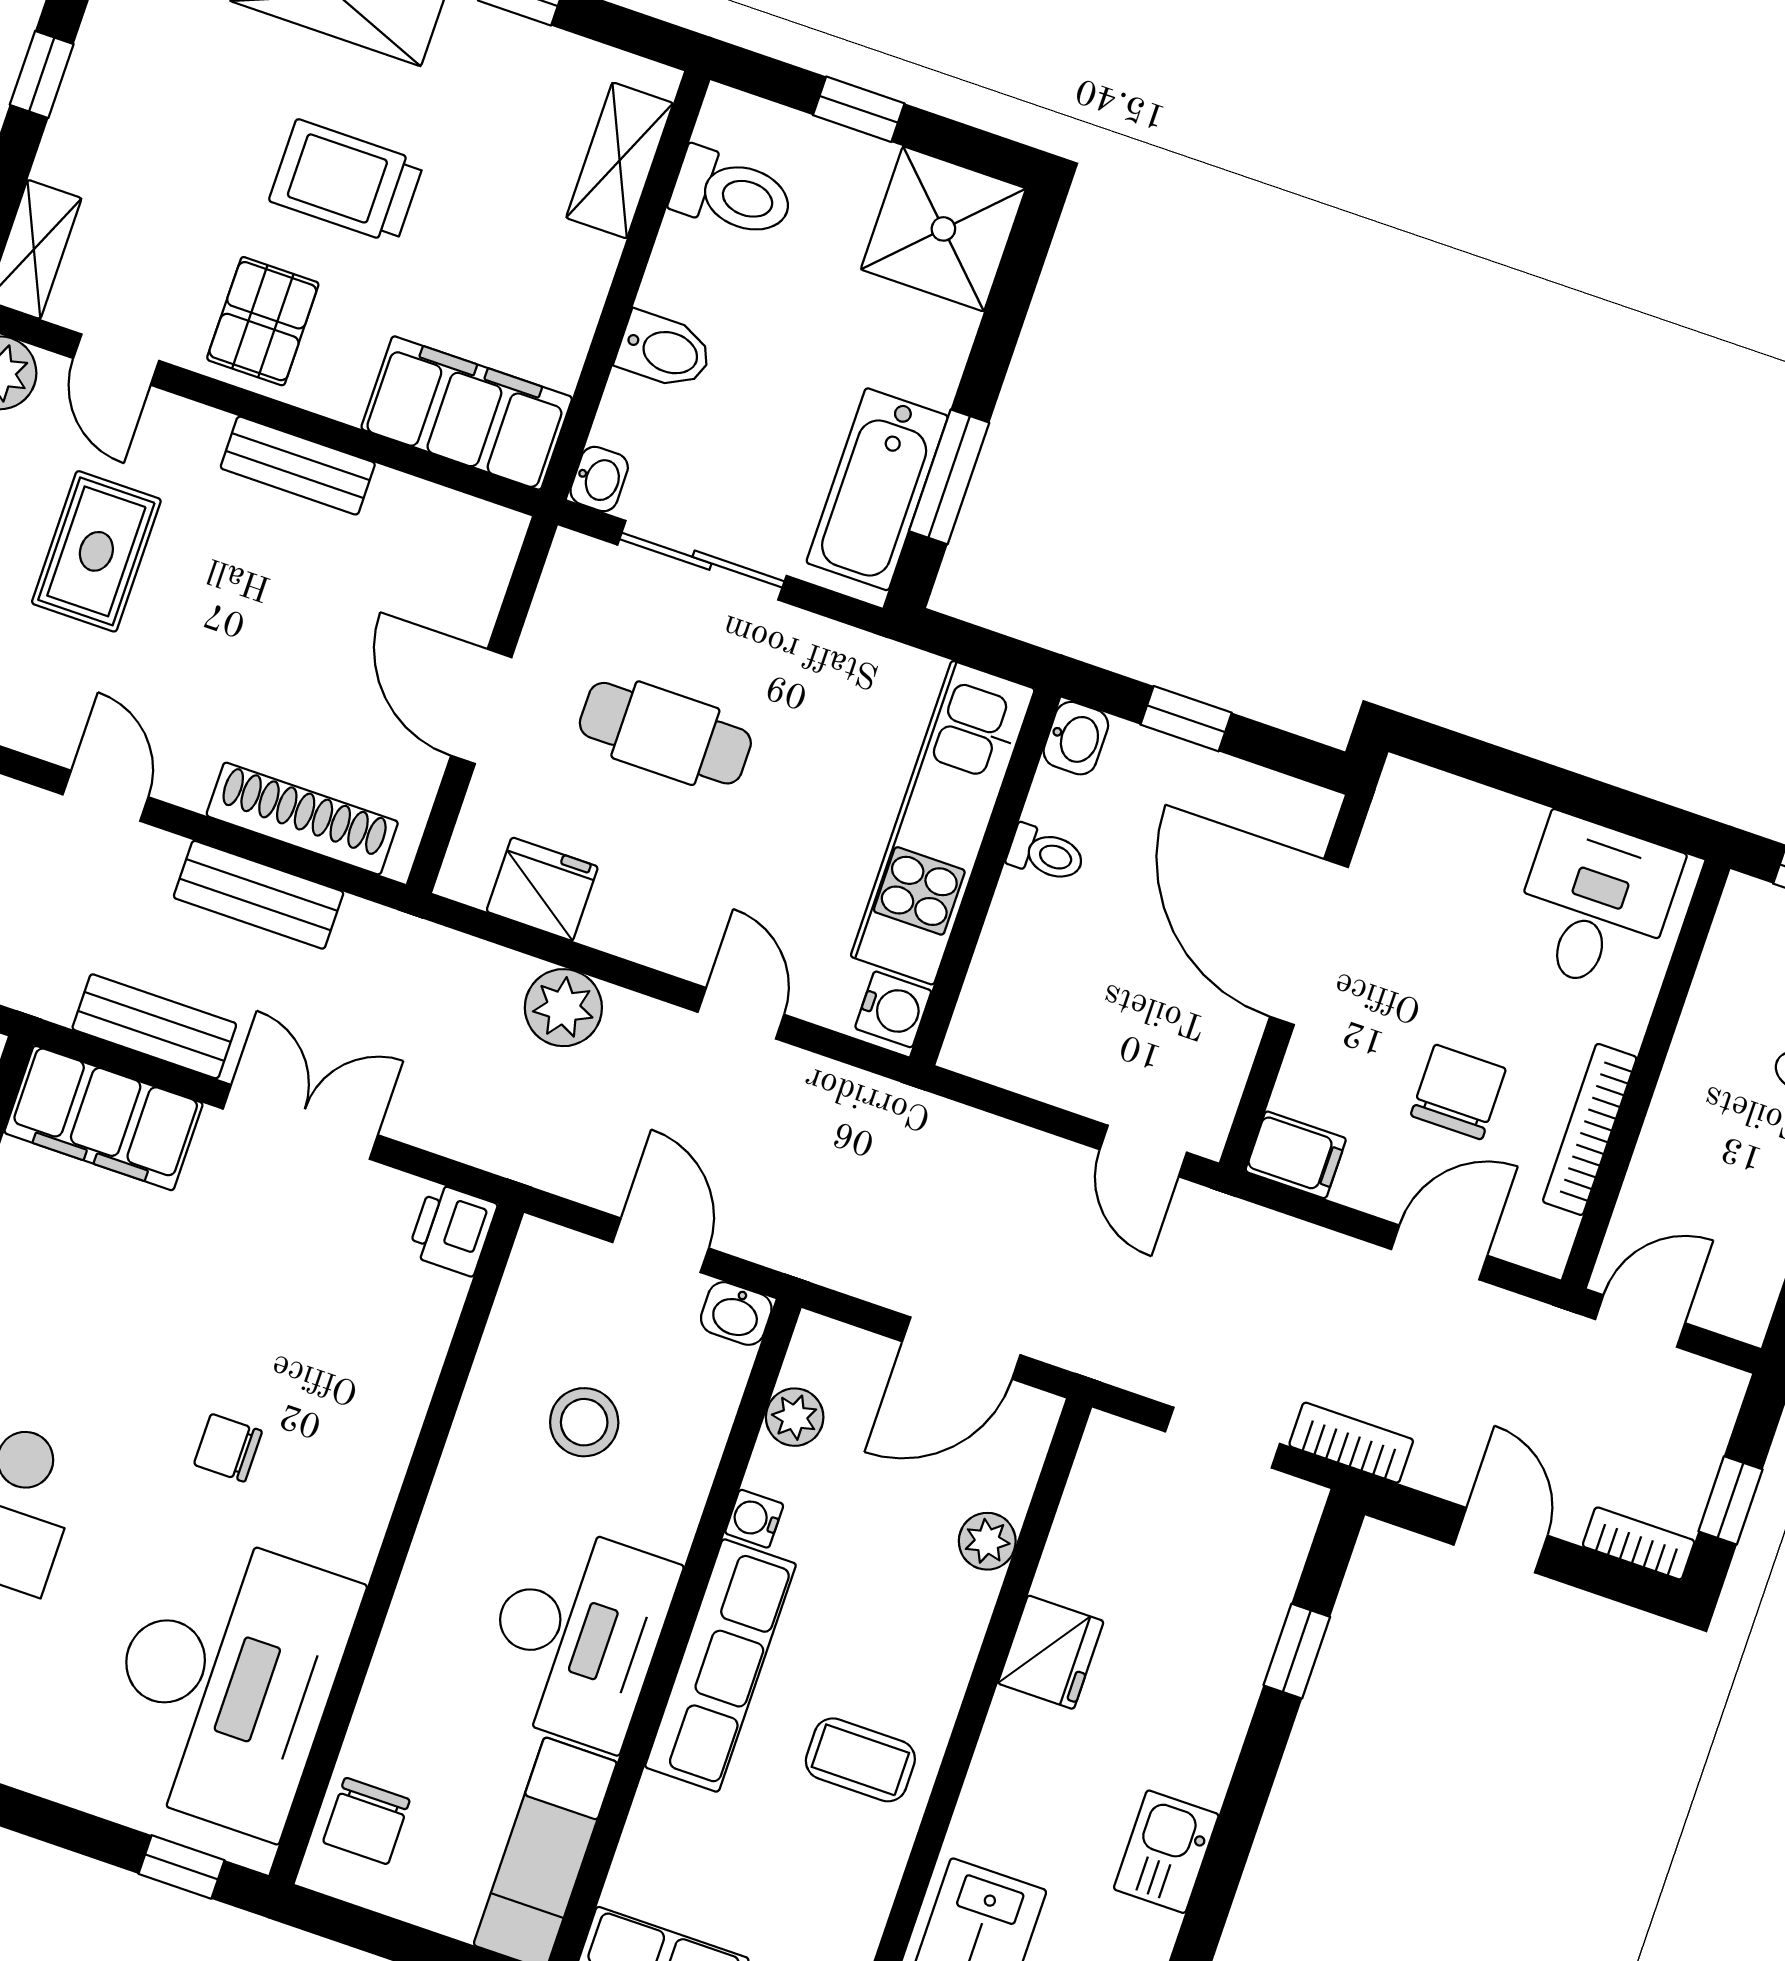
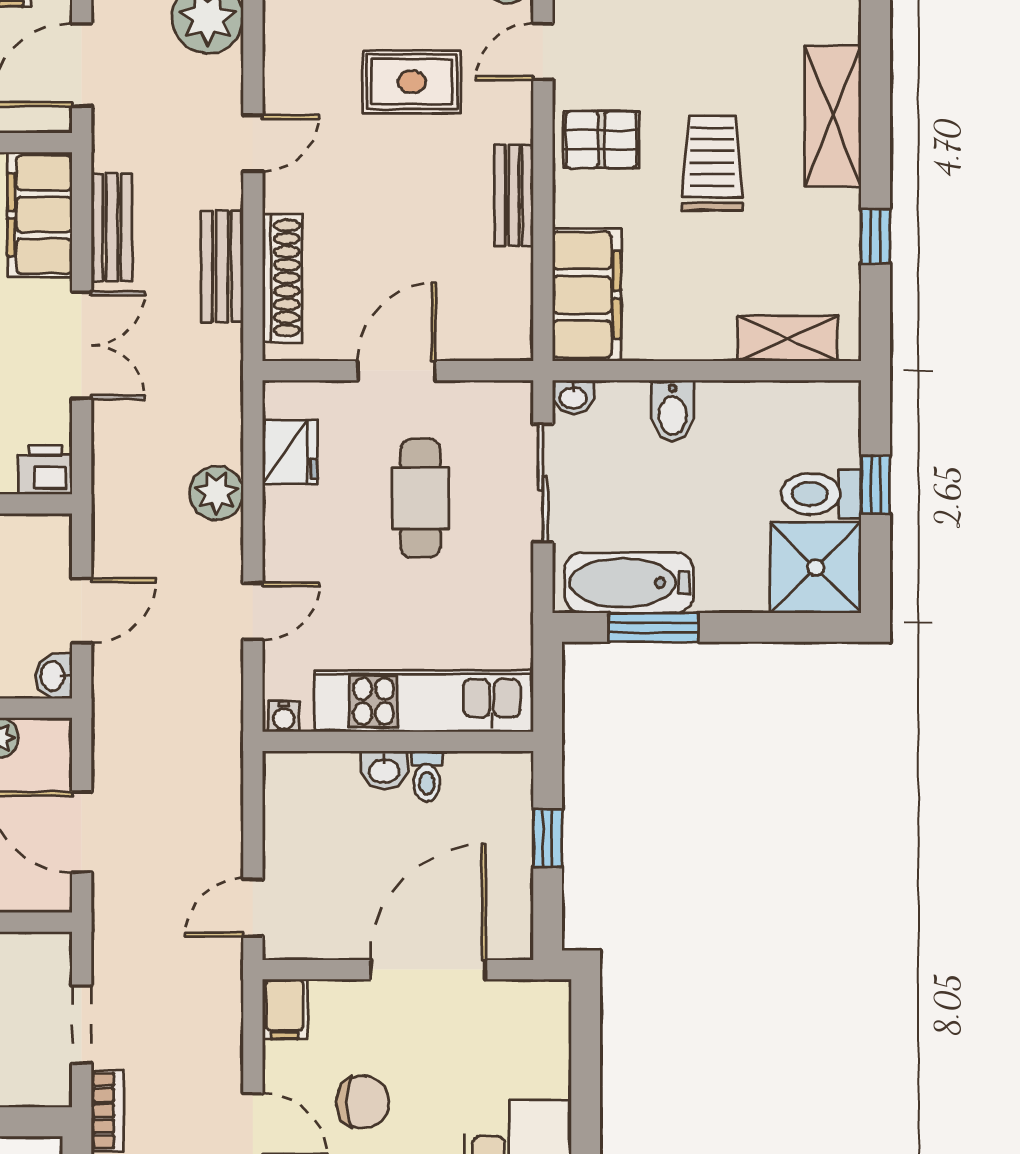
toilet: (732, 194) -> (821, 494), moved, turned 90
washbasin: (1076, 738) -> (384, 770), moved
water cooler: (893, 1009) -> (284, 717), width x0.72, depth x0.72

